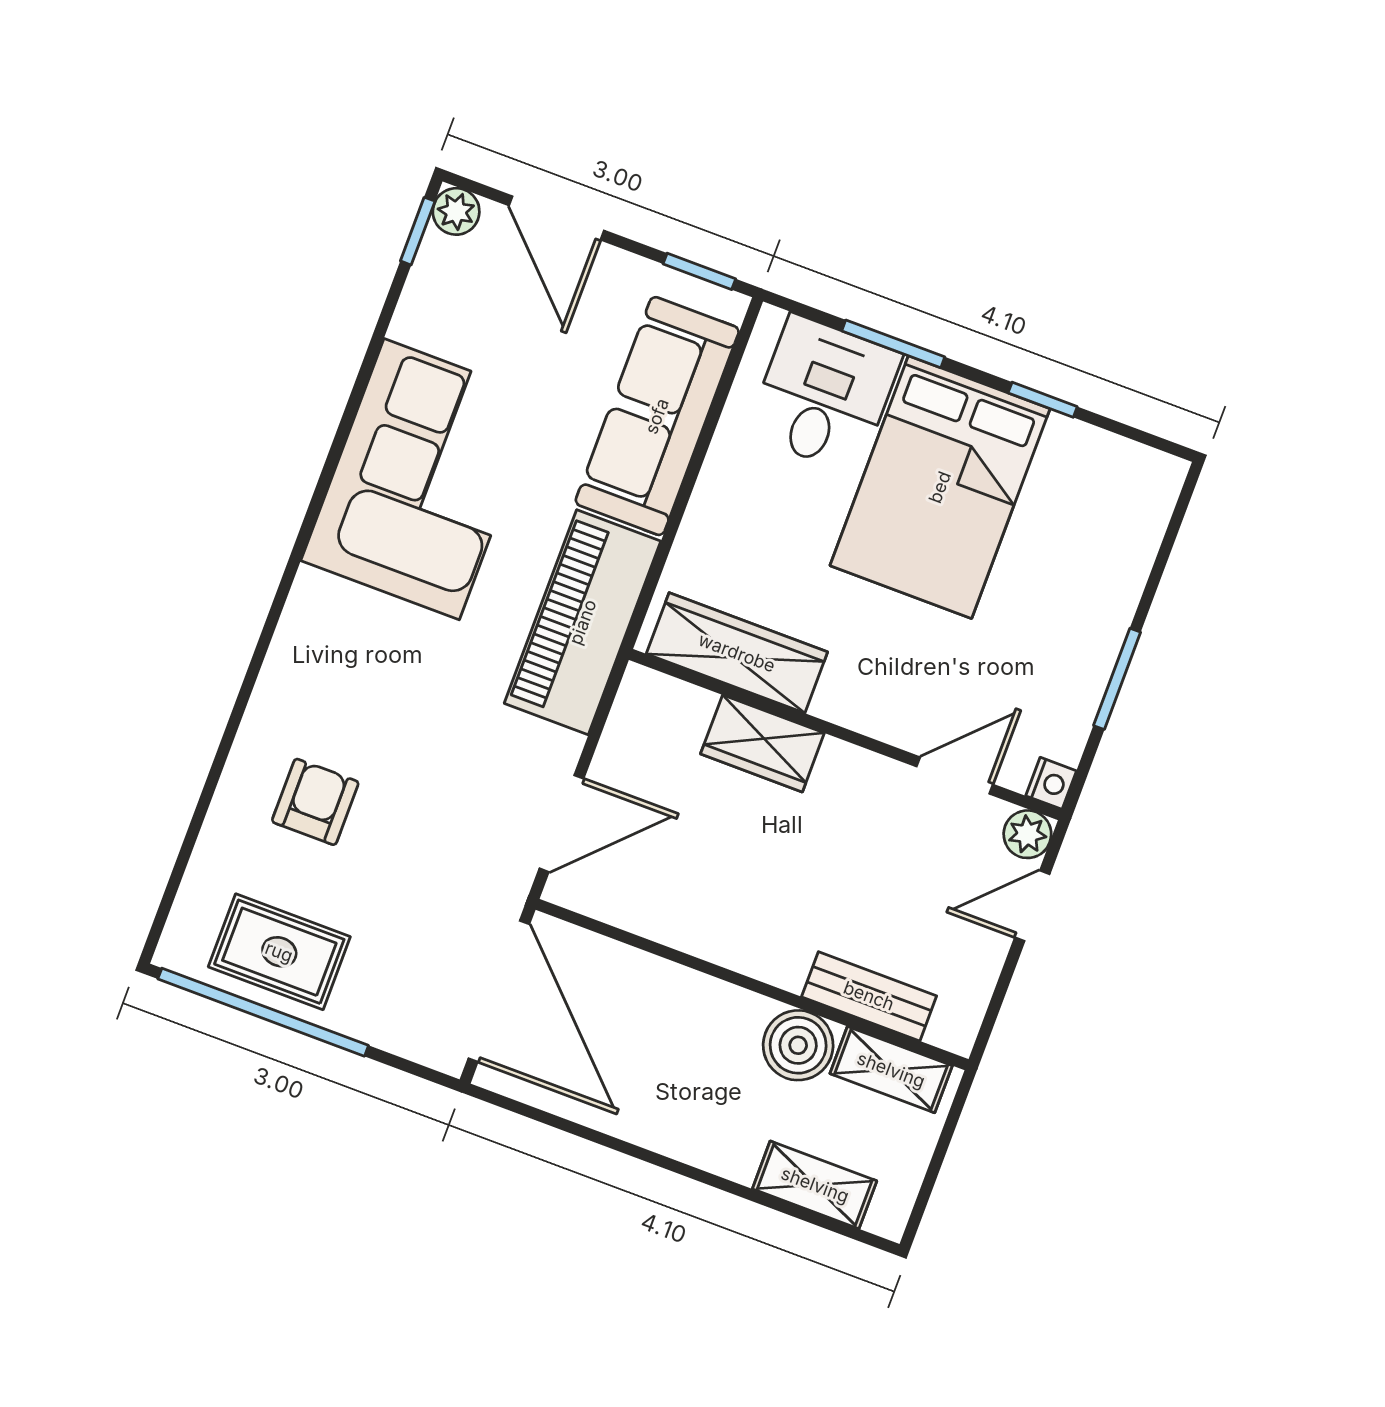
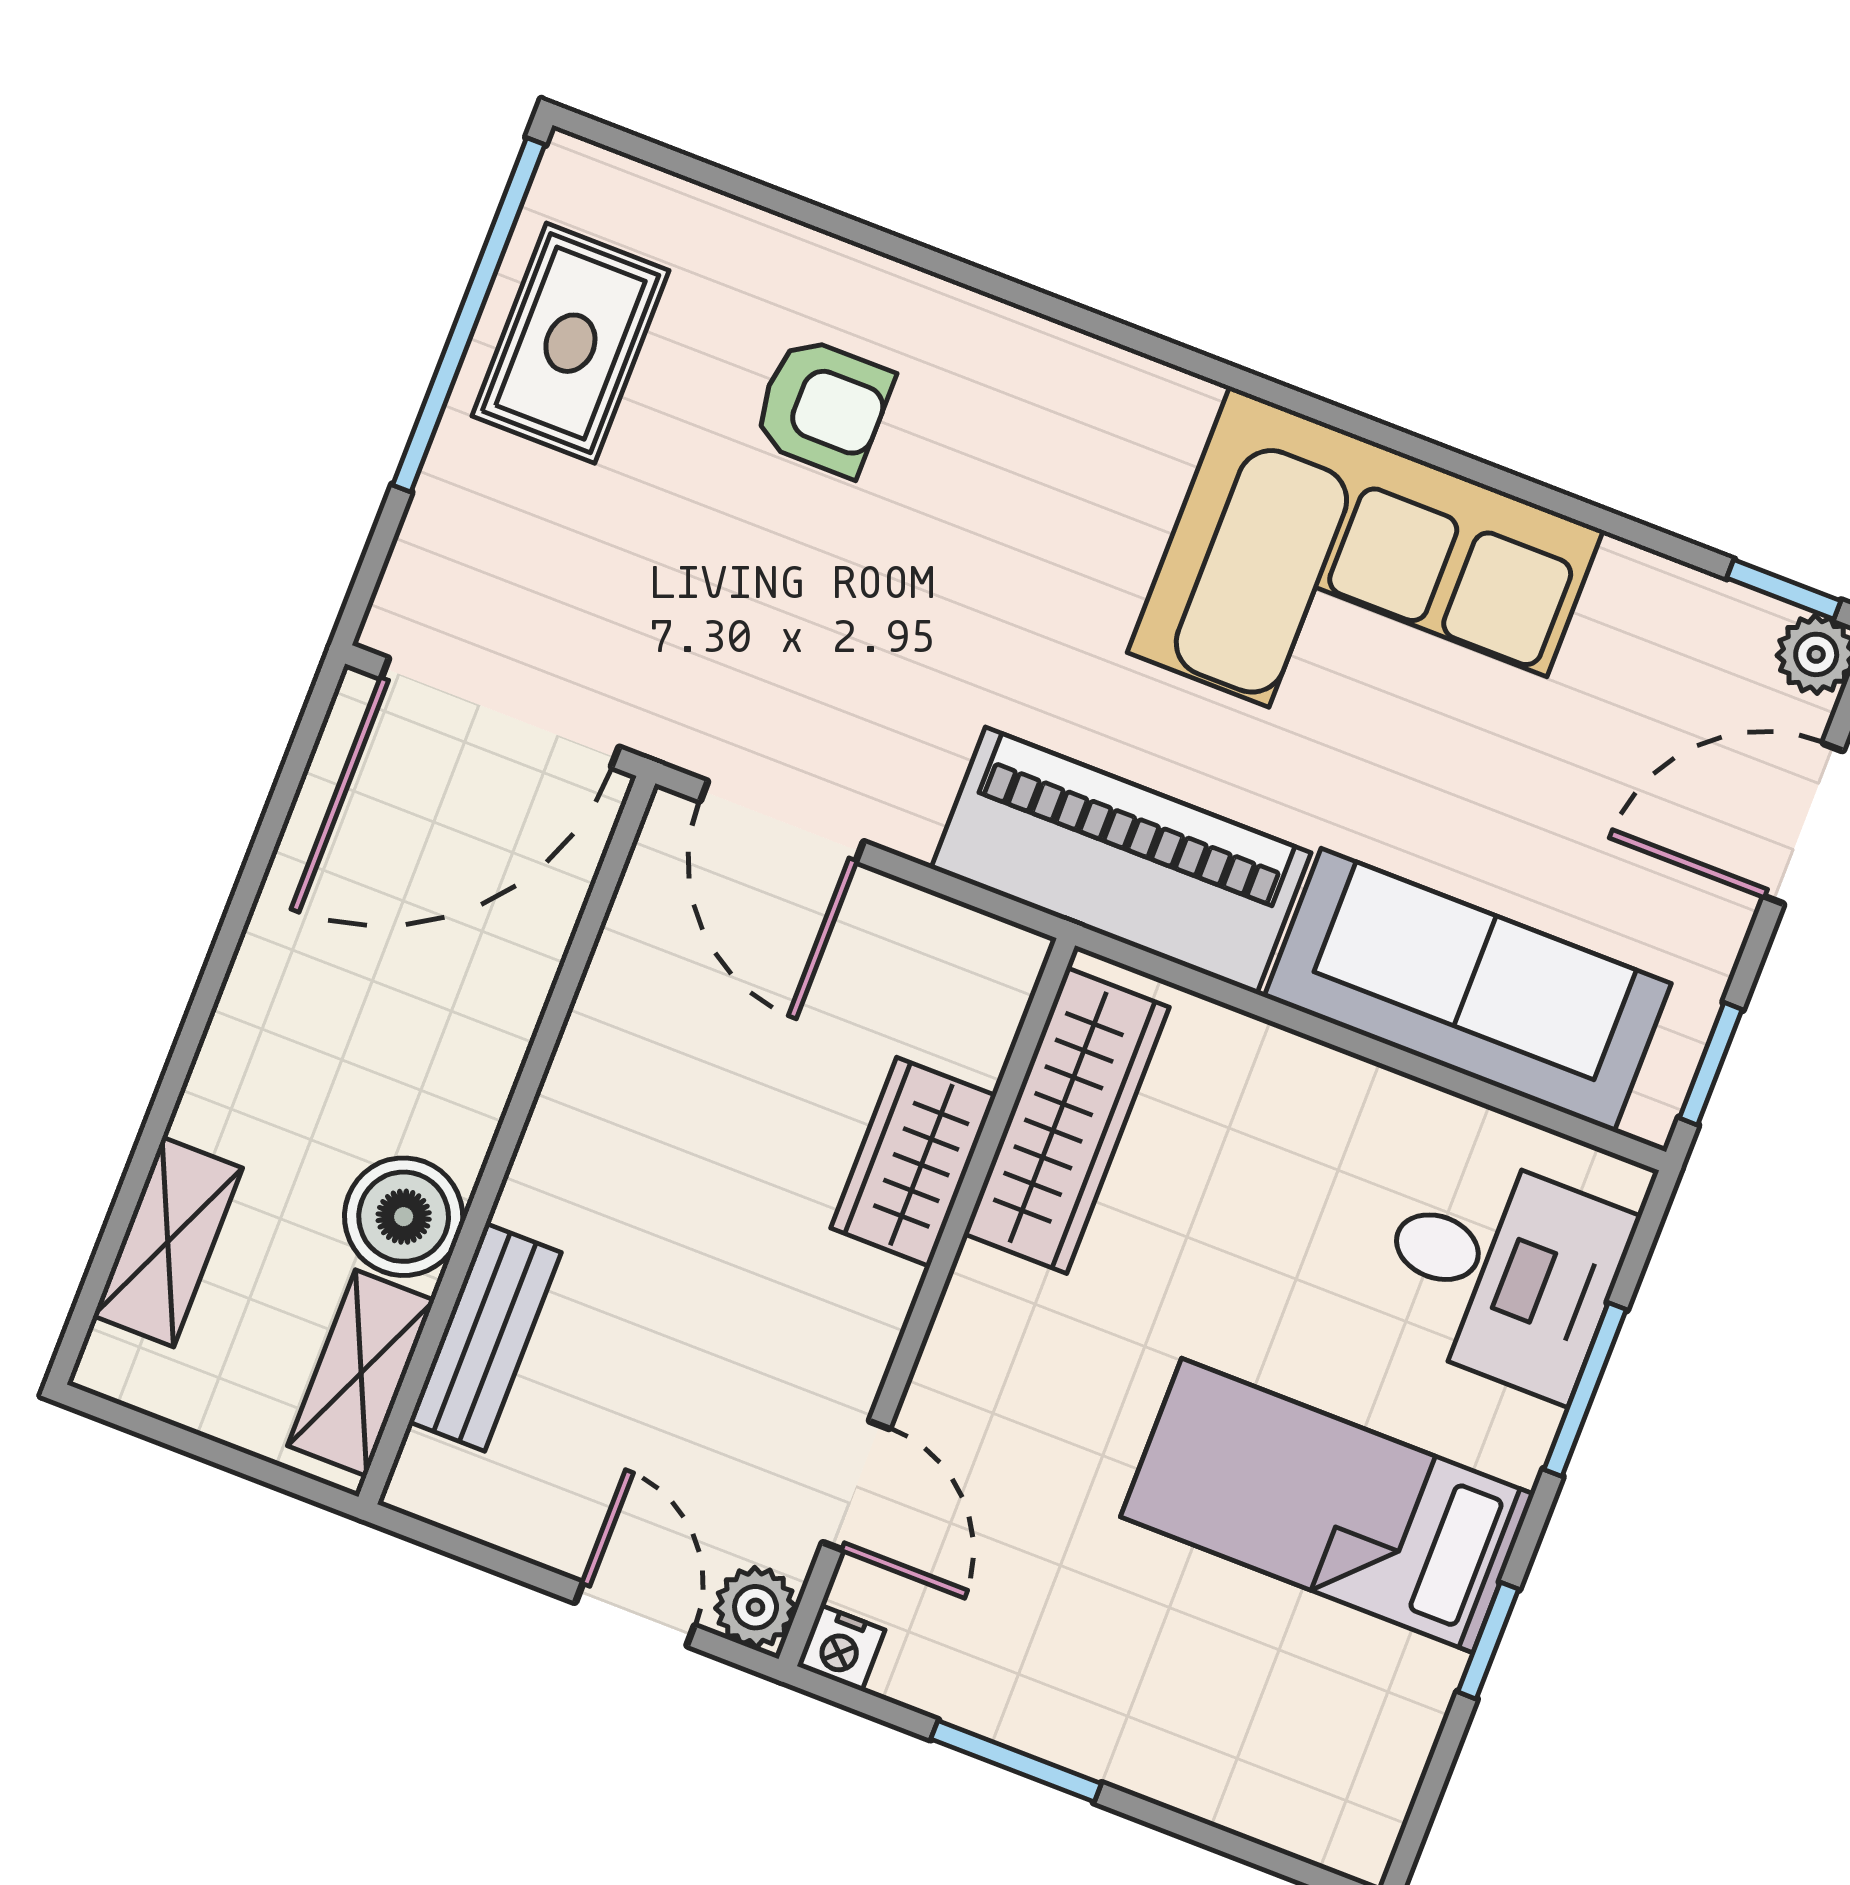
bed: (940, 487) -> (1327, 1505), width x0.67

